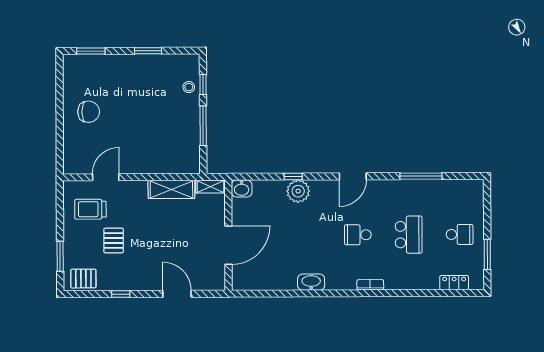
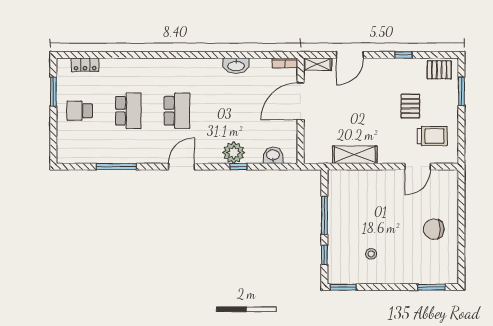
window: (148, 51) -> (343, 287), moved
stool: (189, 87) -> (371, 254), moved
shelving: (210, 187) -> (318, 64), moved
washbasin: (242, 189) -> (273, 155), moved
school desk: (358, 235) -> (177, 111), width x1.85
school desk: (409, 235) -> (128, 111), turned 180
washbasin: (311, 282) -> (236, 66), moved
bookcase: (370, 285) -> (285, 63), moved
door: (177, 294) -> (350, 55), hinge flipped

